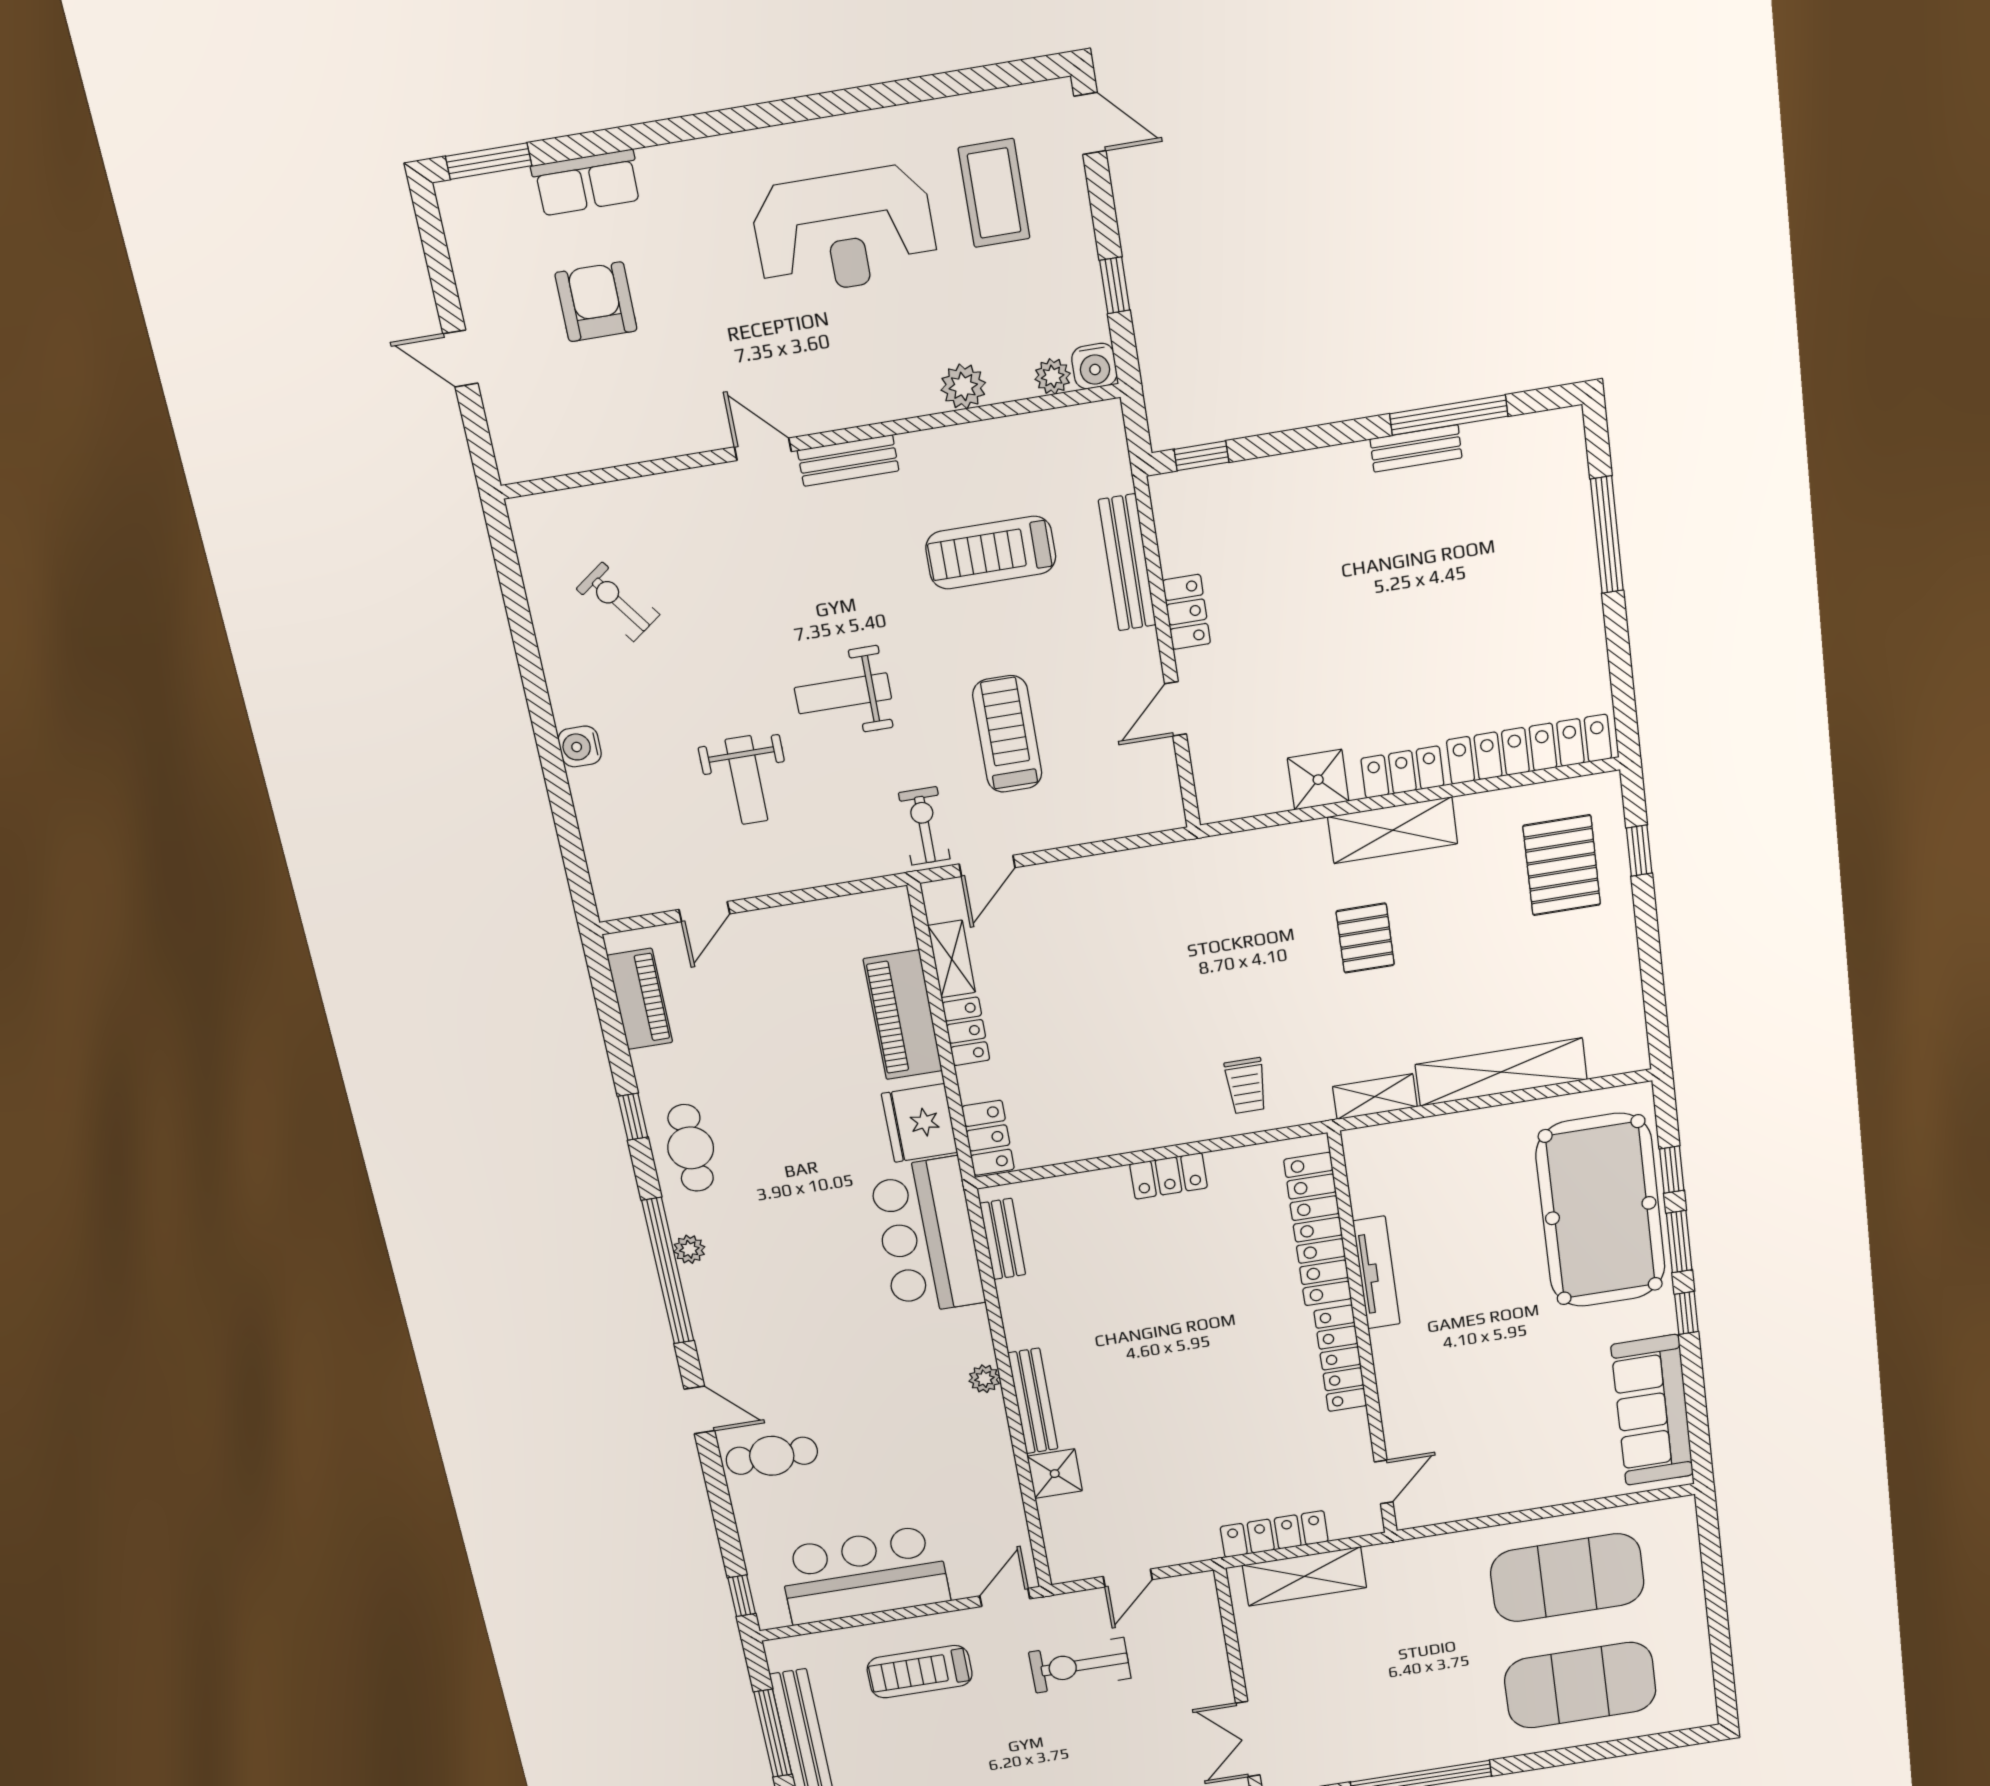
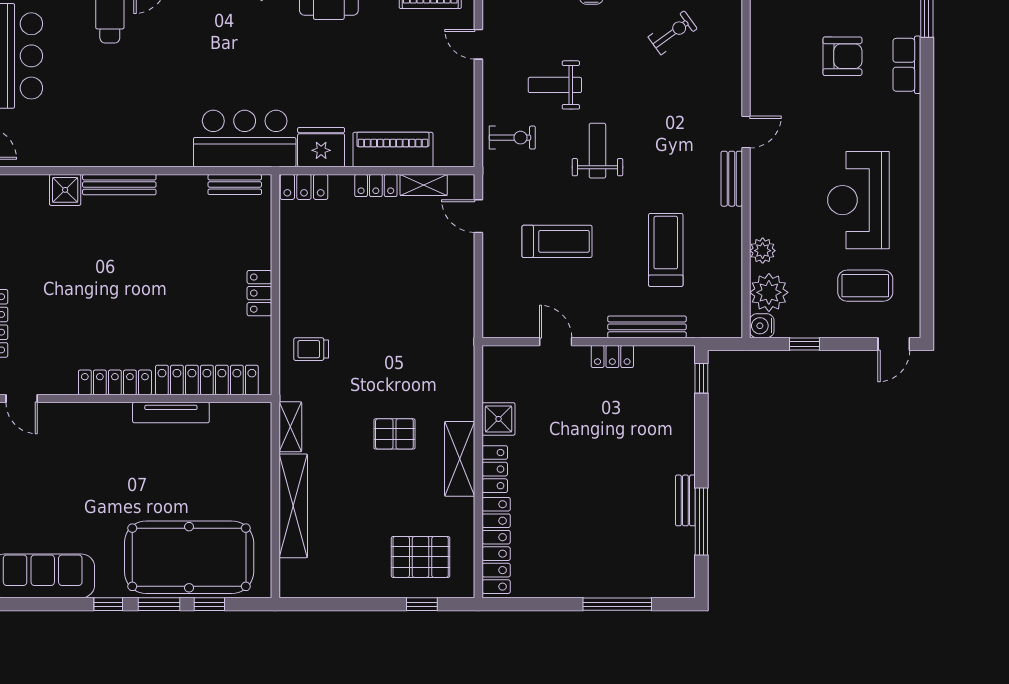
plant: (1053, 376) -> (769, 292), width x1.88, depth x1.88
exercise bike: (924, 826) -> (512, 138), moved
plant: (984, 1379) -> (140, 157), removed

